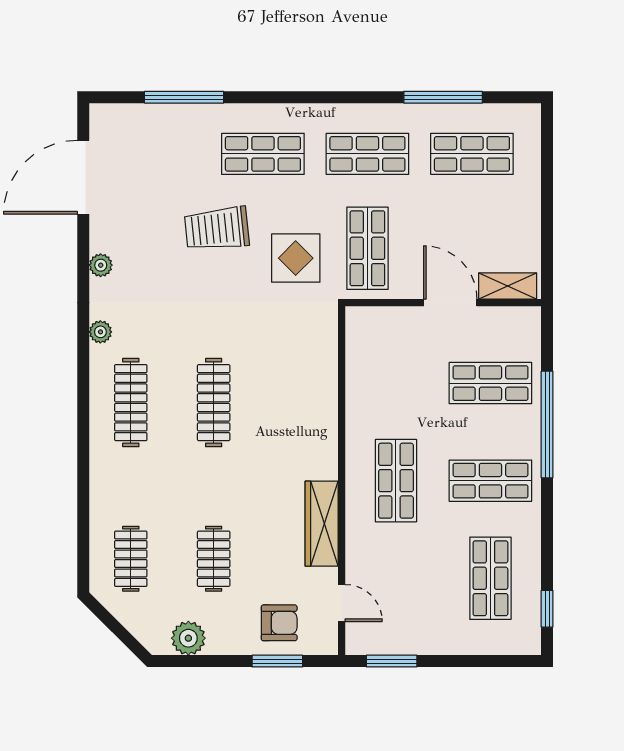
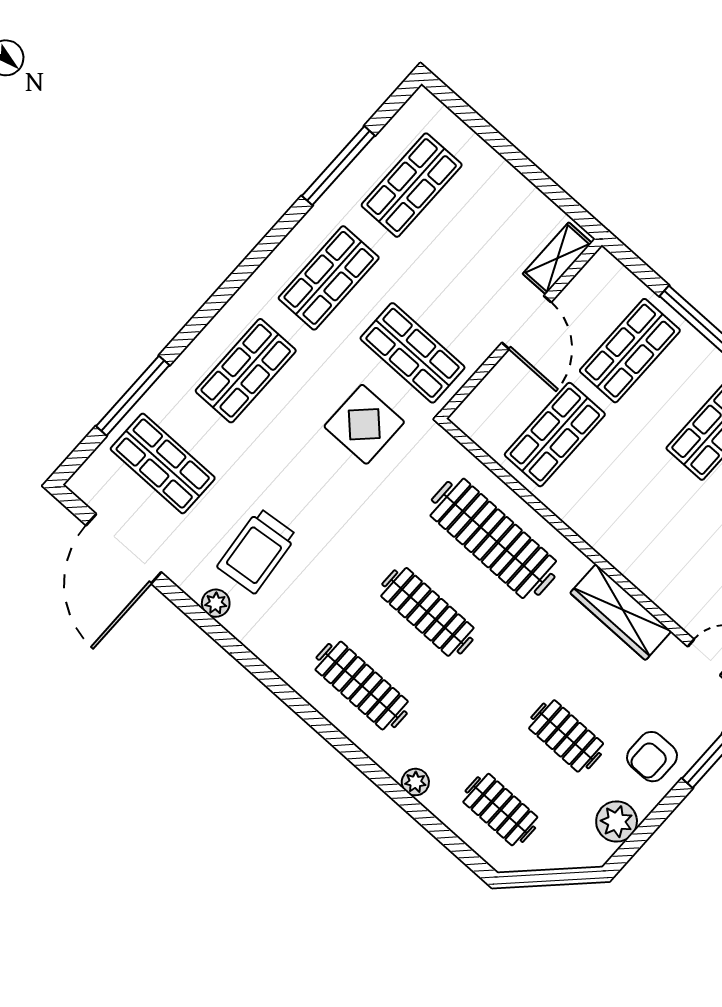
shop shelf: (158, 154) -> (163, 463), added
trolley: (217, 229) -> (257, 551), moved
door: (450, 303) -> (527, 322), swing flipped
plant: (100, 332) -> (415, 782), moved
clothes rail: (297, 403) -> (493, 538), added
shop shelf: (396, 481) -> (555, 435), moved, turned 90
armchair: (279, 623) -> (652, 757), moved, turned 180

